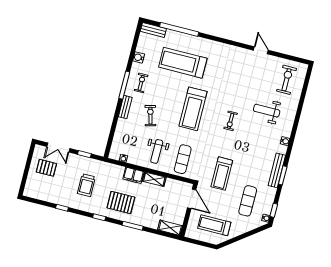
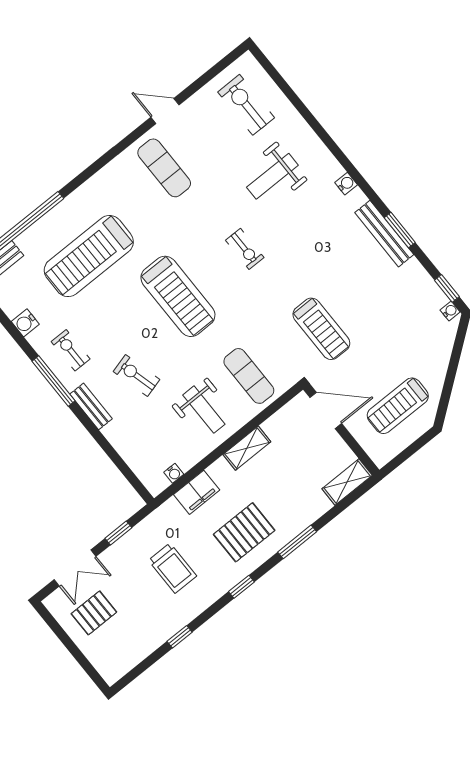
filing cabinet: (133, 175) -> (197, 492), moved
exercise mat: (248, 201) -> (164, 168), moved

